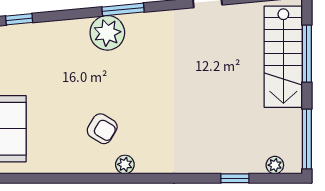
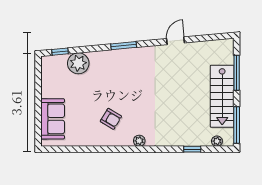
plant: (107, 33) -> (78, 63), moved
stairs: (283, 57) -> (222, 96), moved
plant: (125, 164) -> (139, 141), moved

